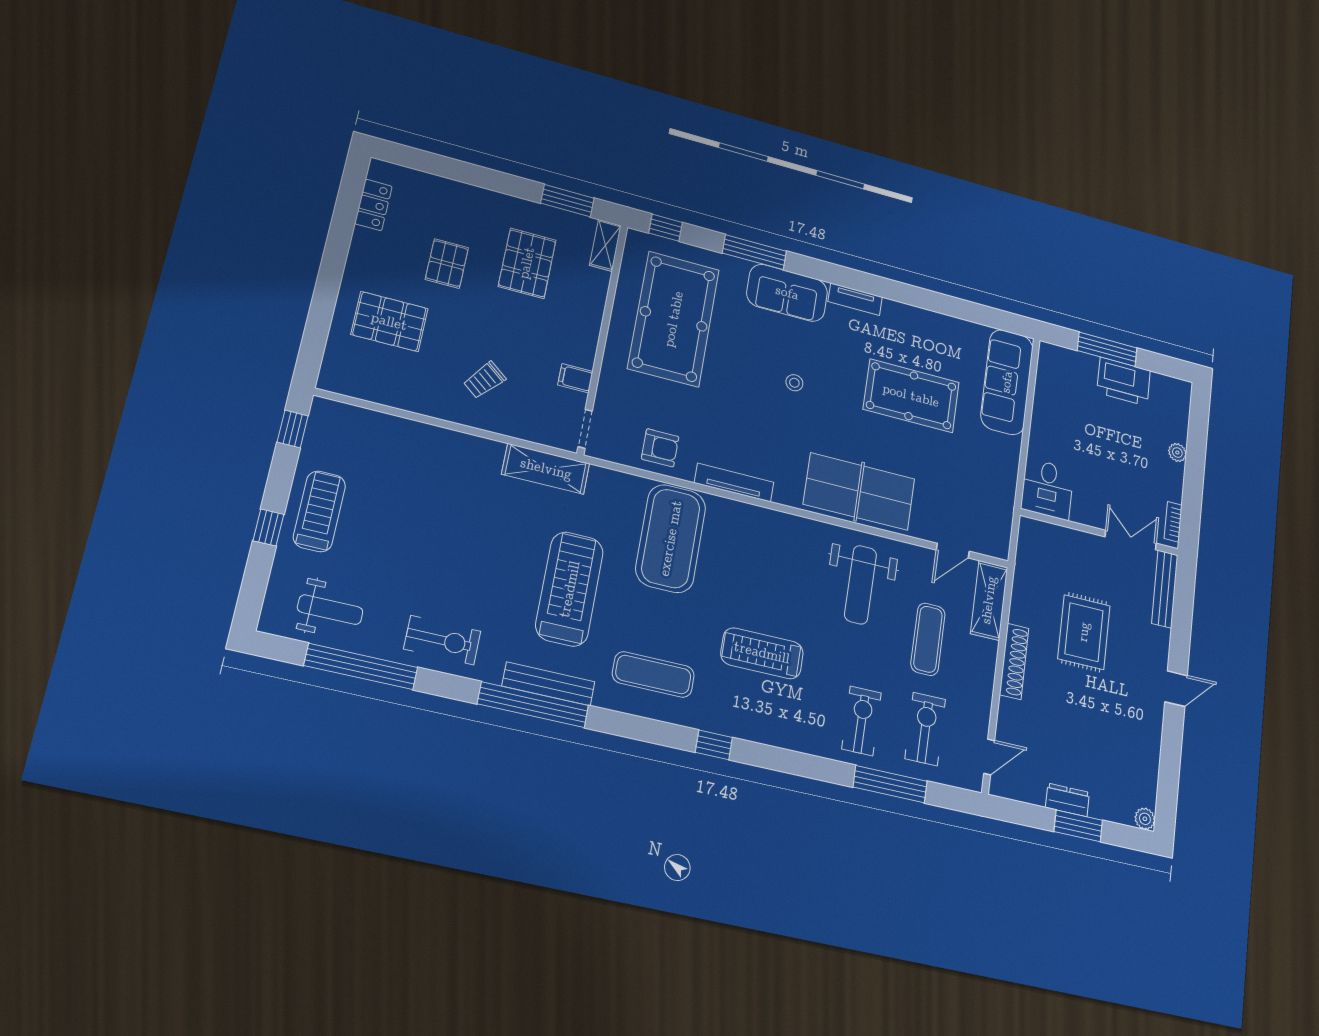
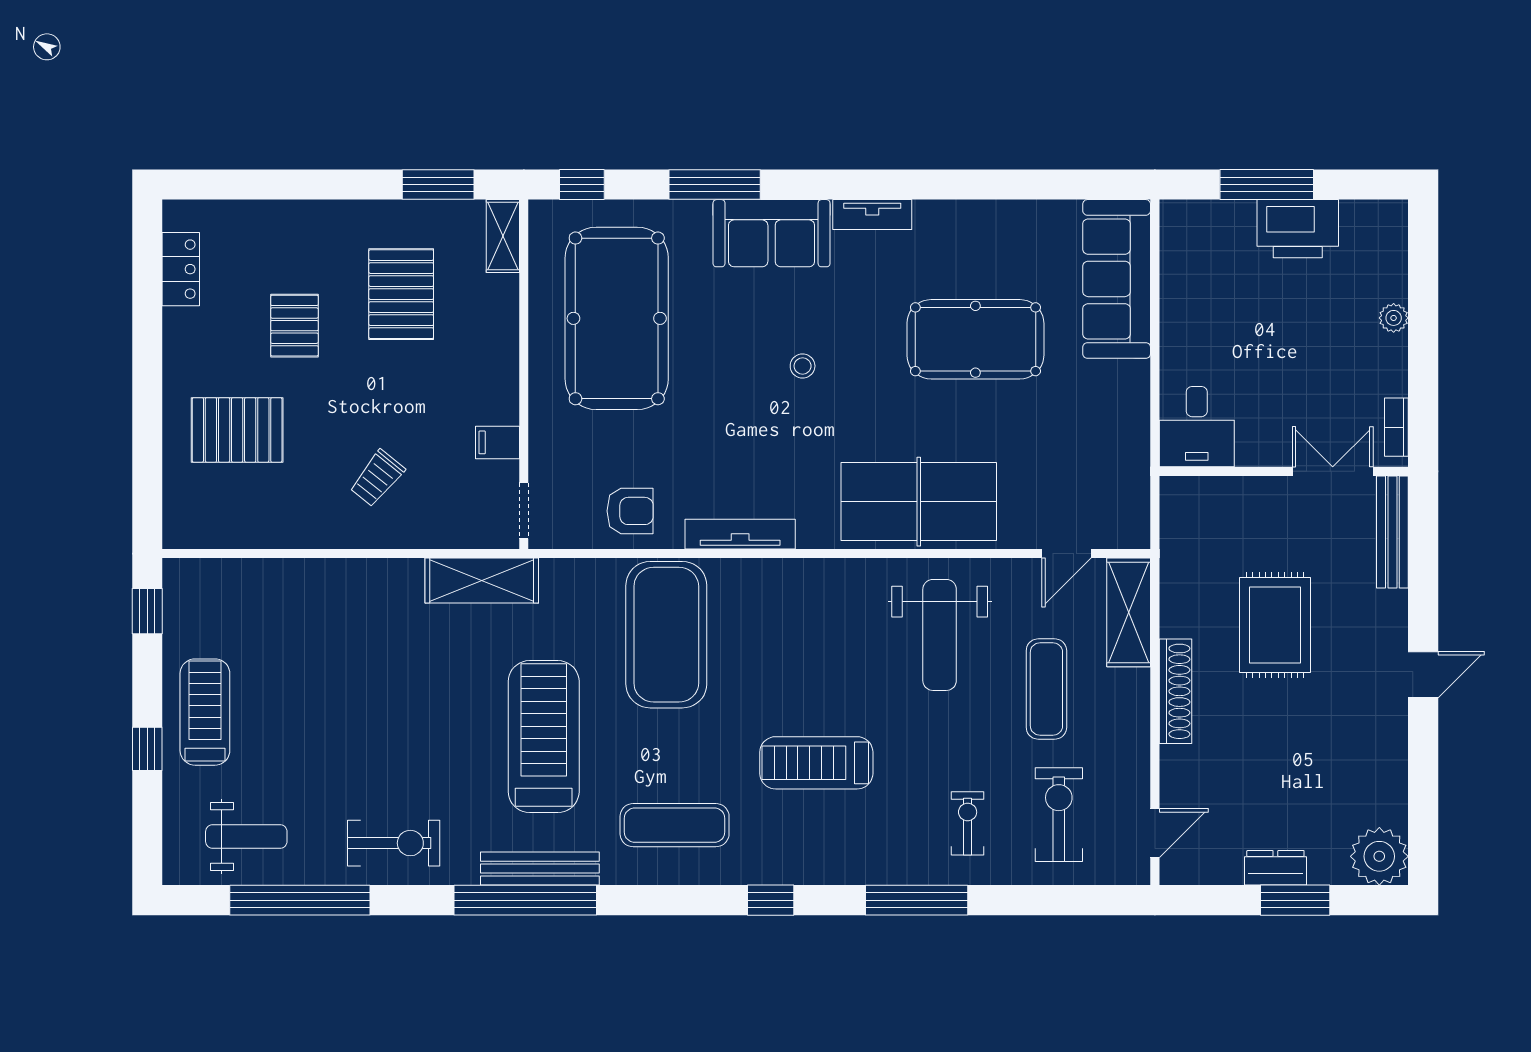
exercise bike: (862, 721) -> (968, 823), width x0.73, depth x0.72
window: (890, 784) -> (917, 900), moved
plant: (1145, 819) -> (1379, 856), width x1.88, depth x1.88

